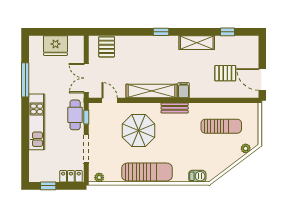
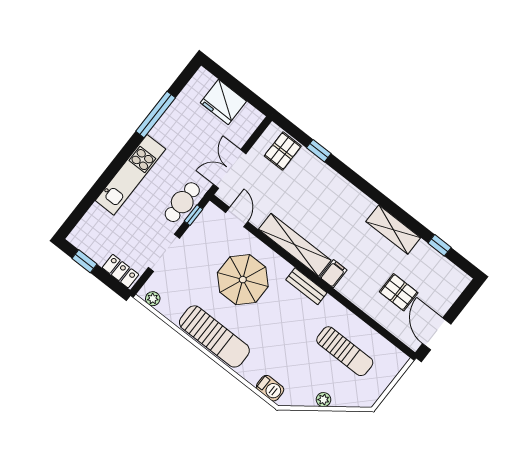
window: (161, 32) -> (319, 151), moved
plant: (246, 148) -> (323, 400), moved

